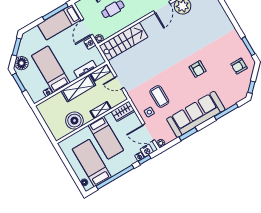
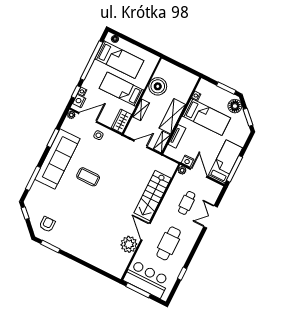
stairs: (123, 42) -> (152, 196), moved
armchair: (198, 69) -> (81, 199), removed
coffee table: (159, 97) -> (88, 177), moved

